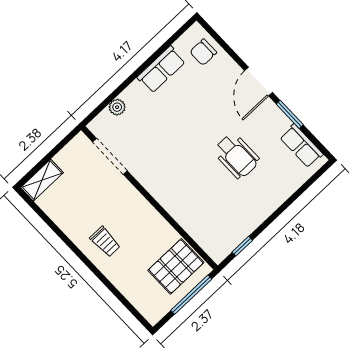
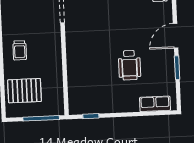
row of seats: (301, 146) -> (155, 104), moved, turned 90
pallet: (176, 266) -> (25, 91), moved

